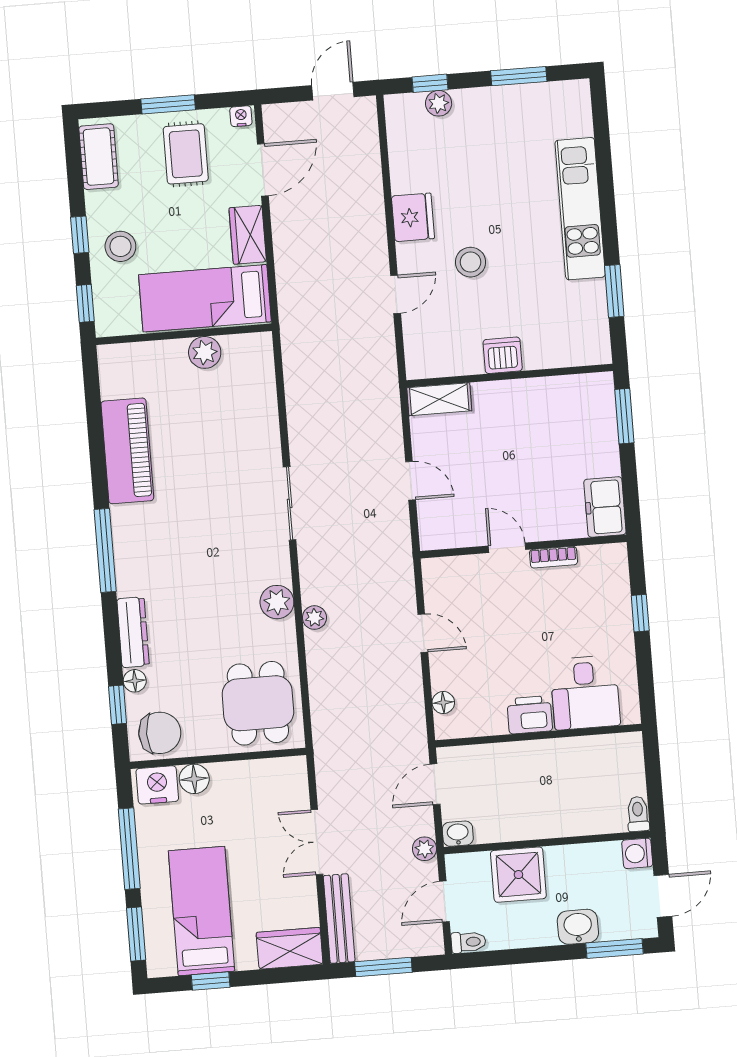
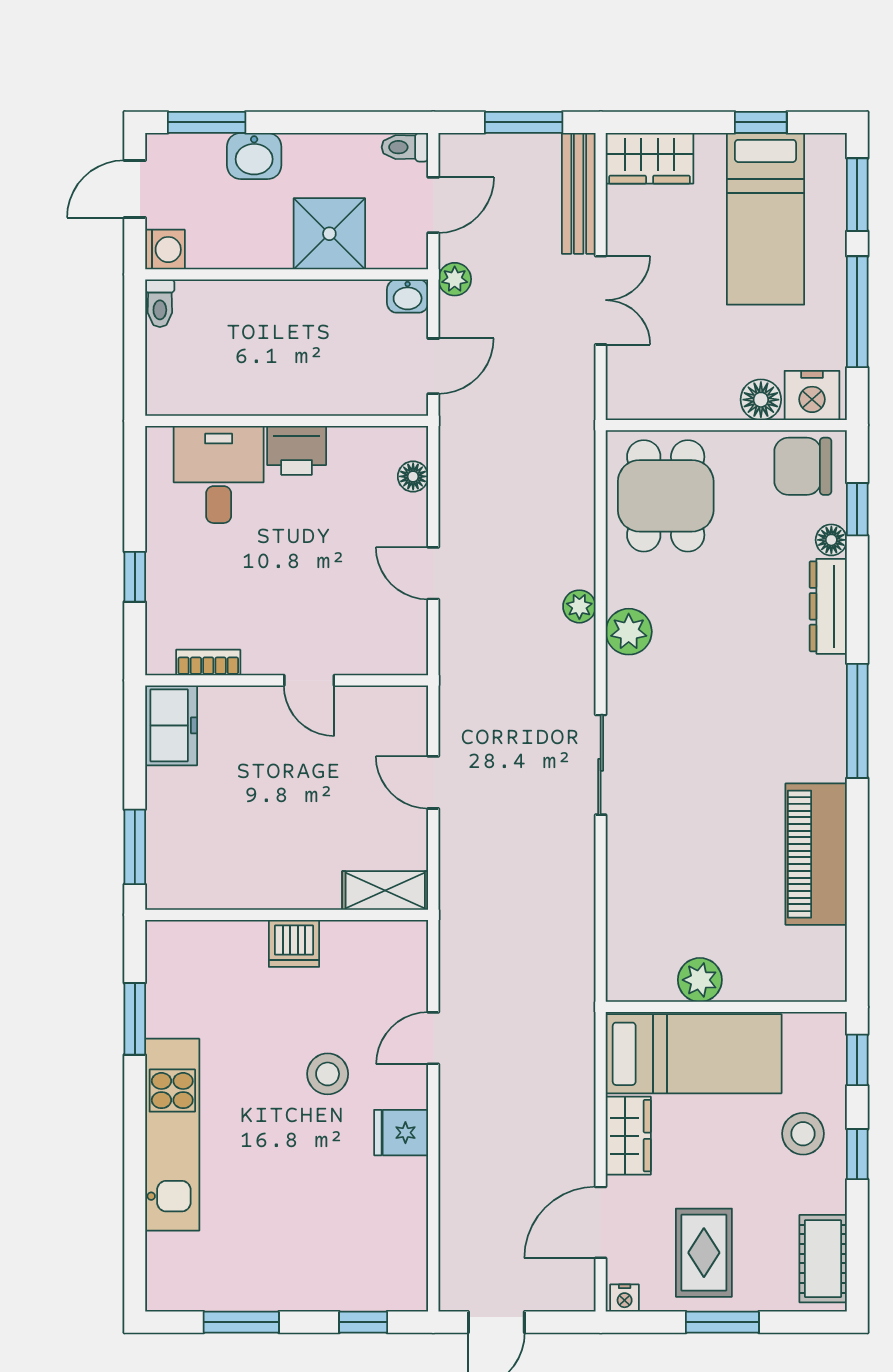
plant: (439, 103) -> (354, 1294), removed
fridge: (413, 217) -> (401, 1133), width x0.72
bookcase: (553, 557) -> (208, 663), moved

